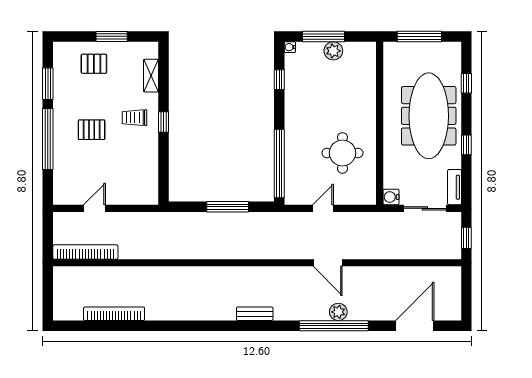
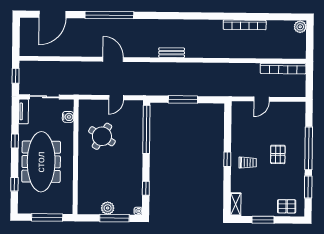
pallet: (94, 64) -> (287, 206), moved
shelving: (151, 76) -> (236, 204), moved
pallet: (92, 130) -> (278, 154), turned 90
round table: (342, 153) -> (102, 136), turned 31
water cooler: (391, 197) -> (68, 117), moved
door: (94, 208) -> (261, 99), moved
plant: (338, 312) -> (300, 27), moved
bookcase: (114, 314) -> (245, 25), moved
bench: (255, 314) -> (172, 53), moved

